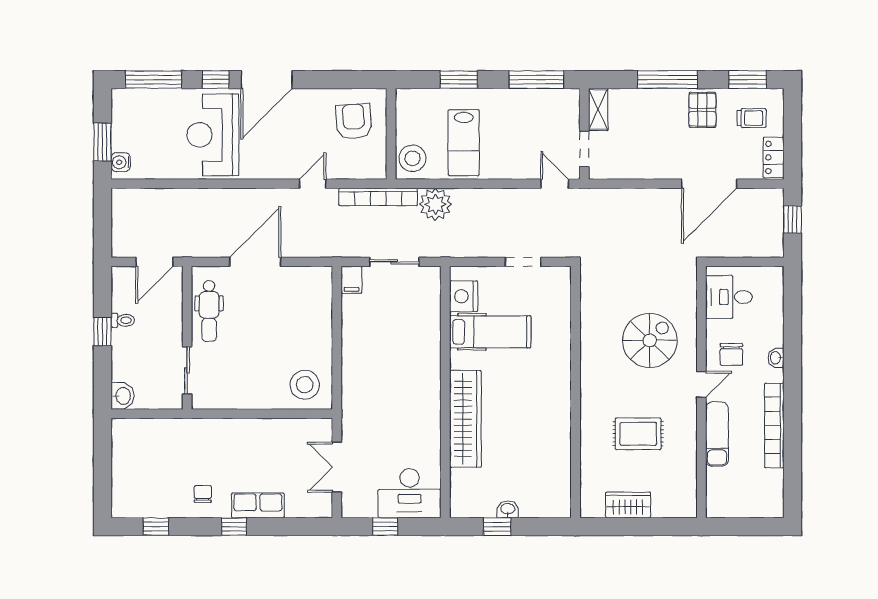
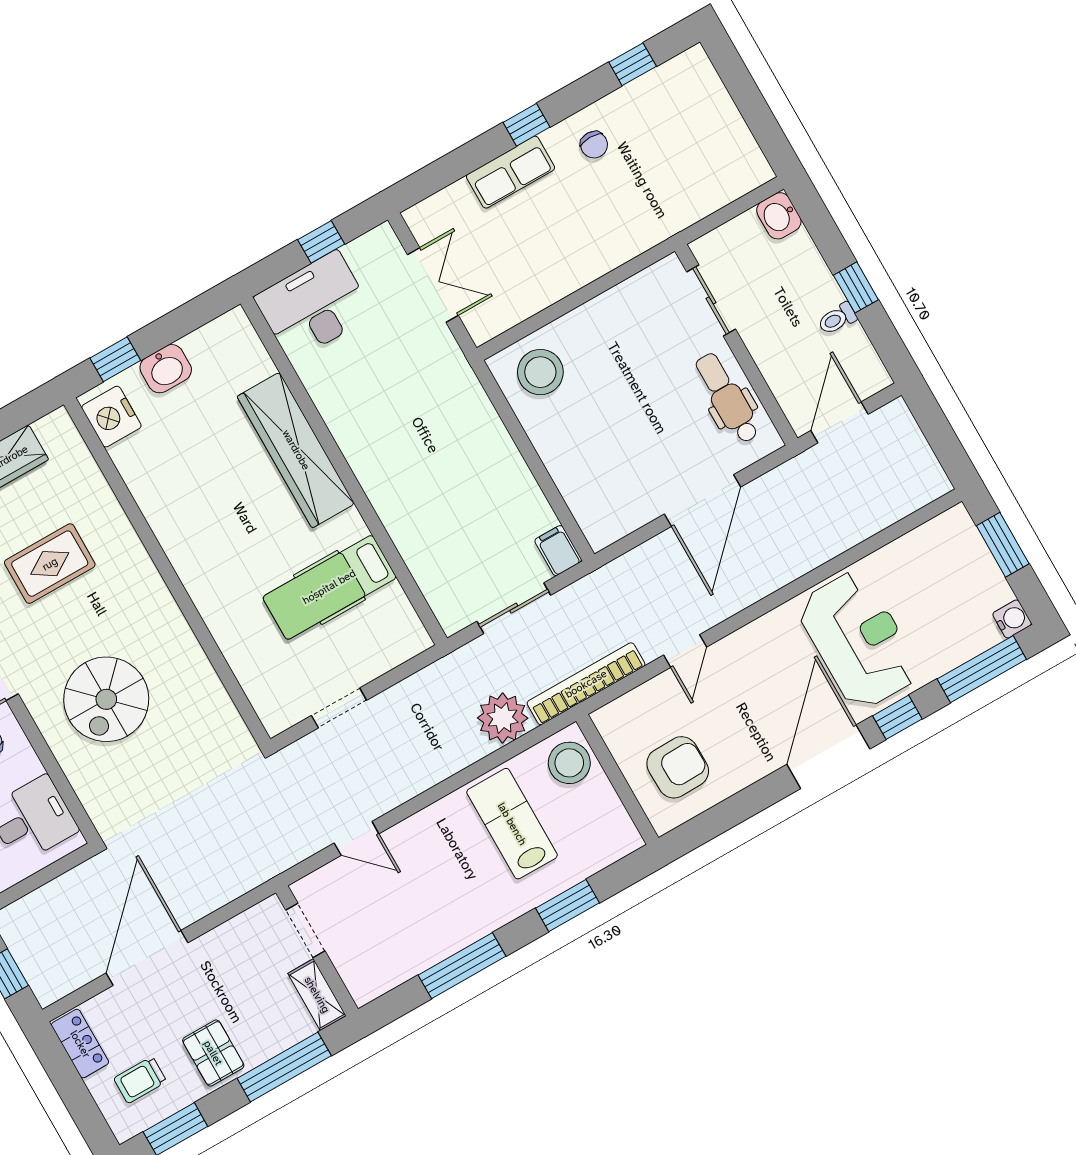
shelving: (598, 109) -> (317, 995), moved
armchair: (354, 121) -> (678, 767), turned -87
wall: (584, 134) -> (317, 951), moved
doorway: (584, 149) -> (305, 931), moved
water cooler: (121, 162) -> (1012, 619), moved
nightstand: (464, 296) -> (111, 417), moved, turned 180
washbasin: (508, 509) -> (166, 369), width x1.38, depth x1.45
window: (497, 527) -> (115, 359), moved

